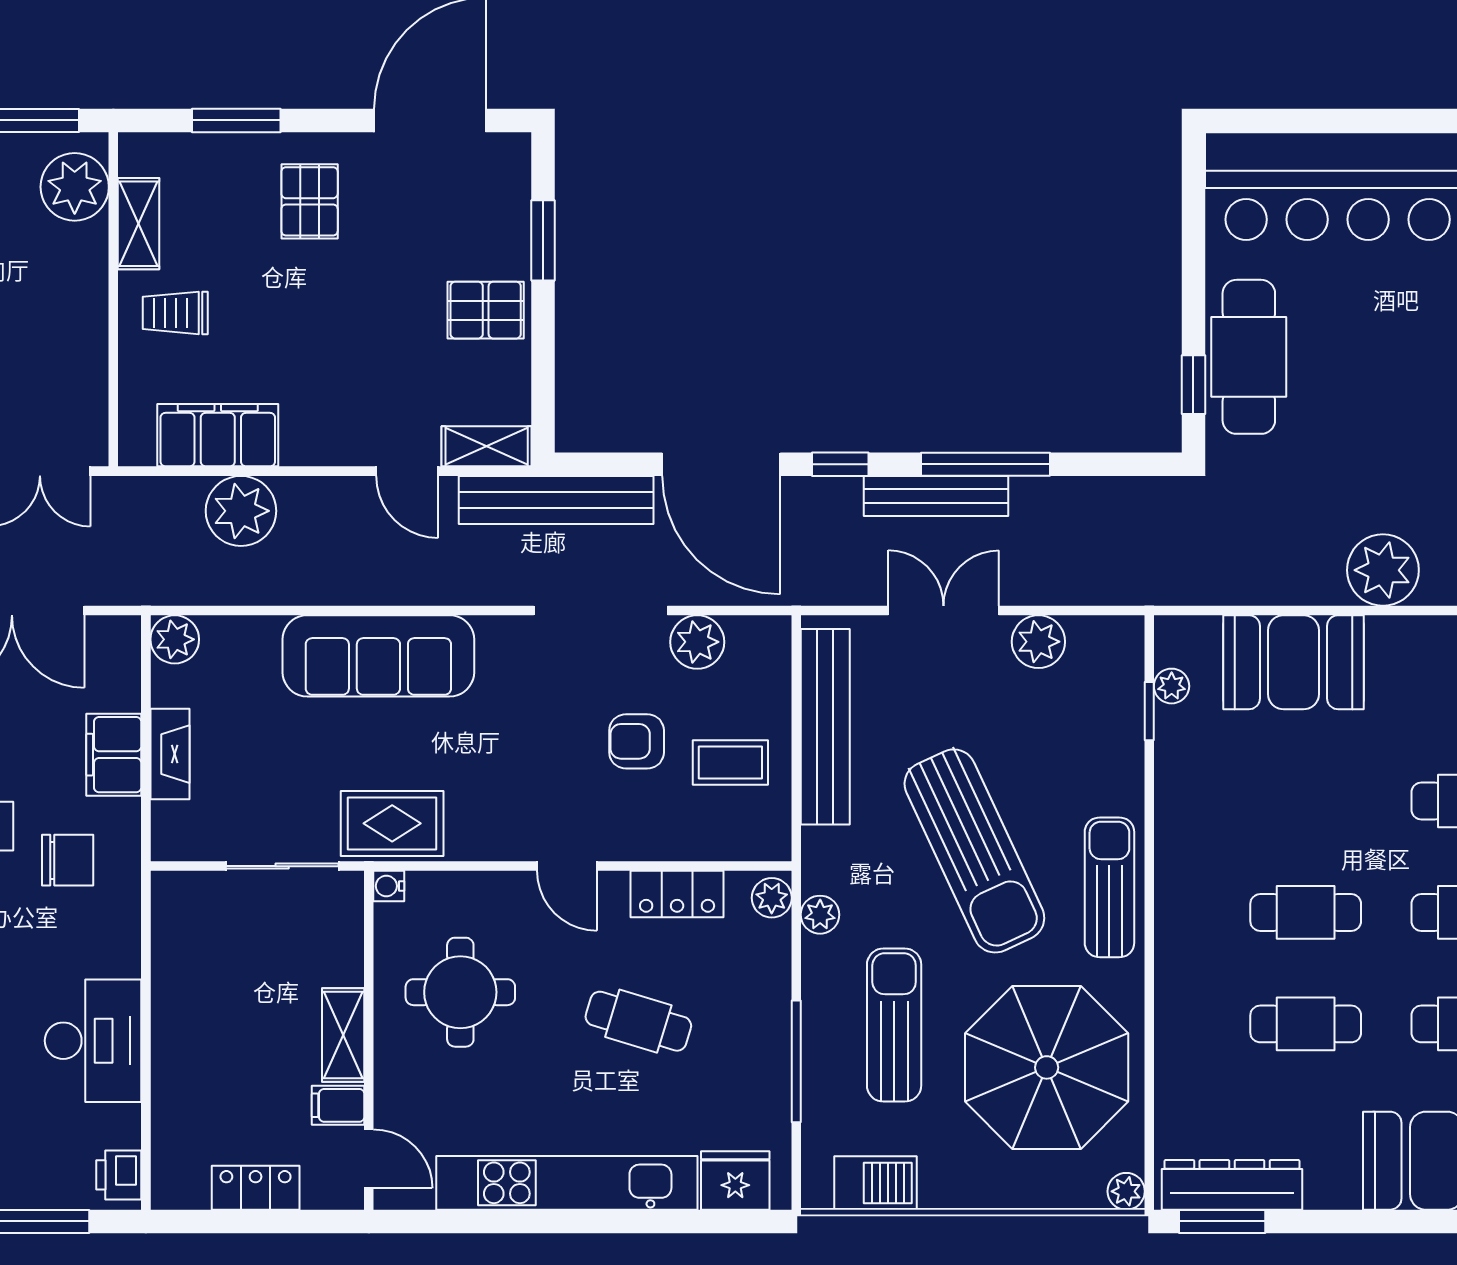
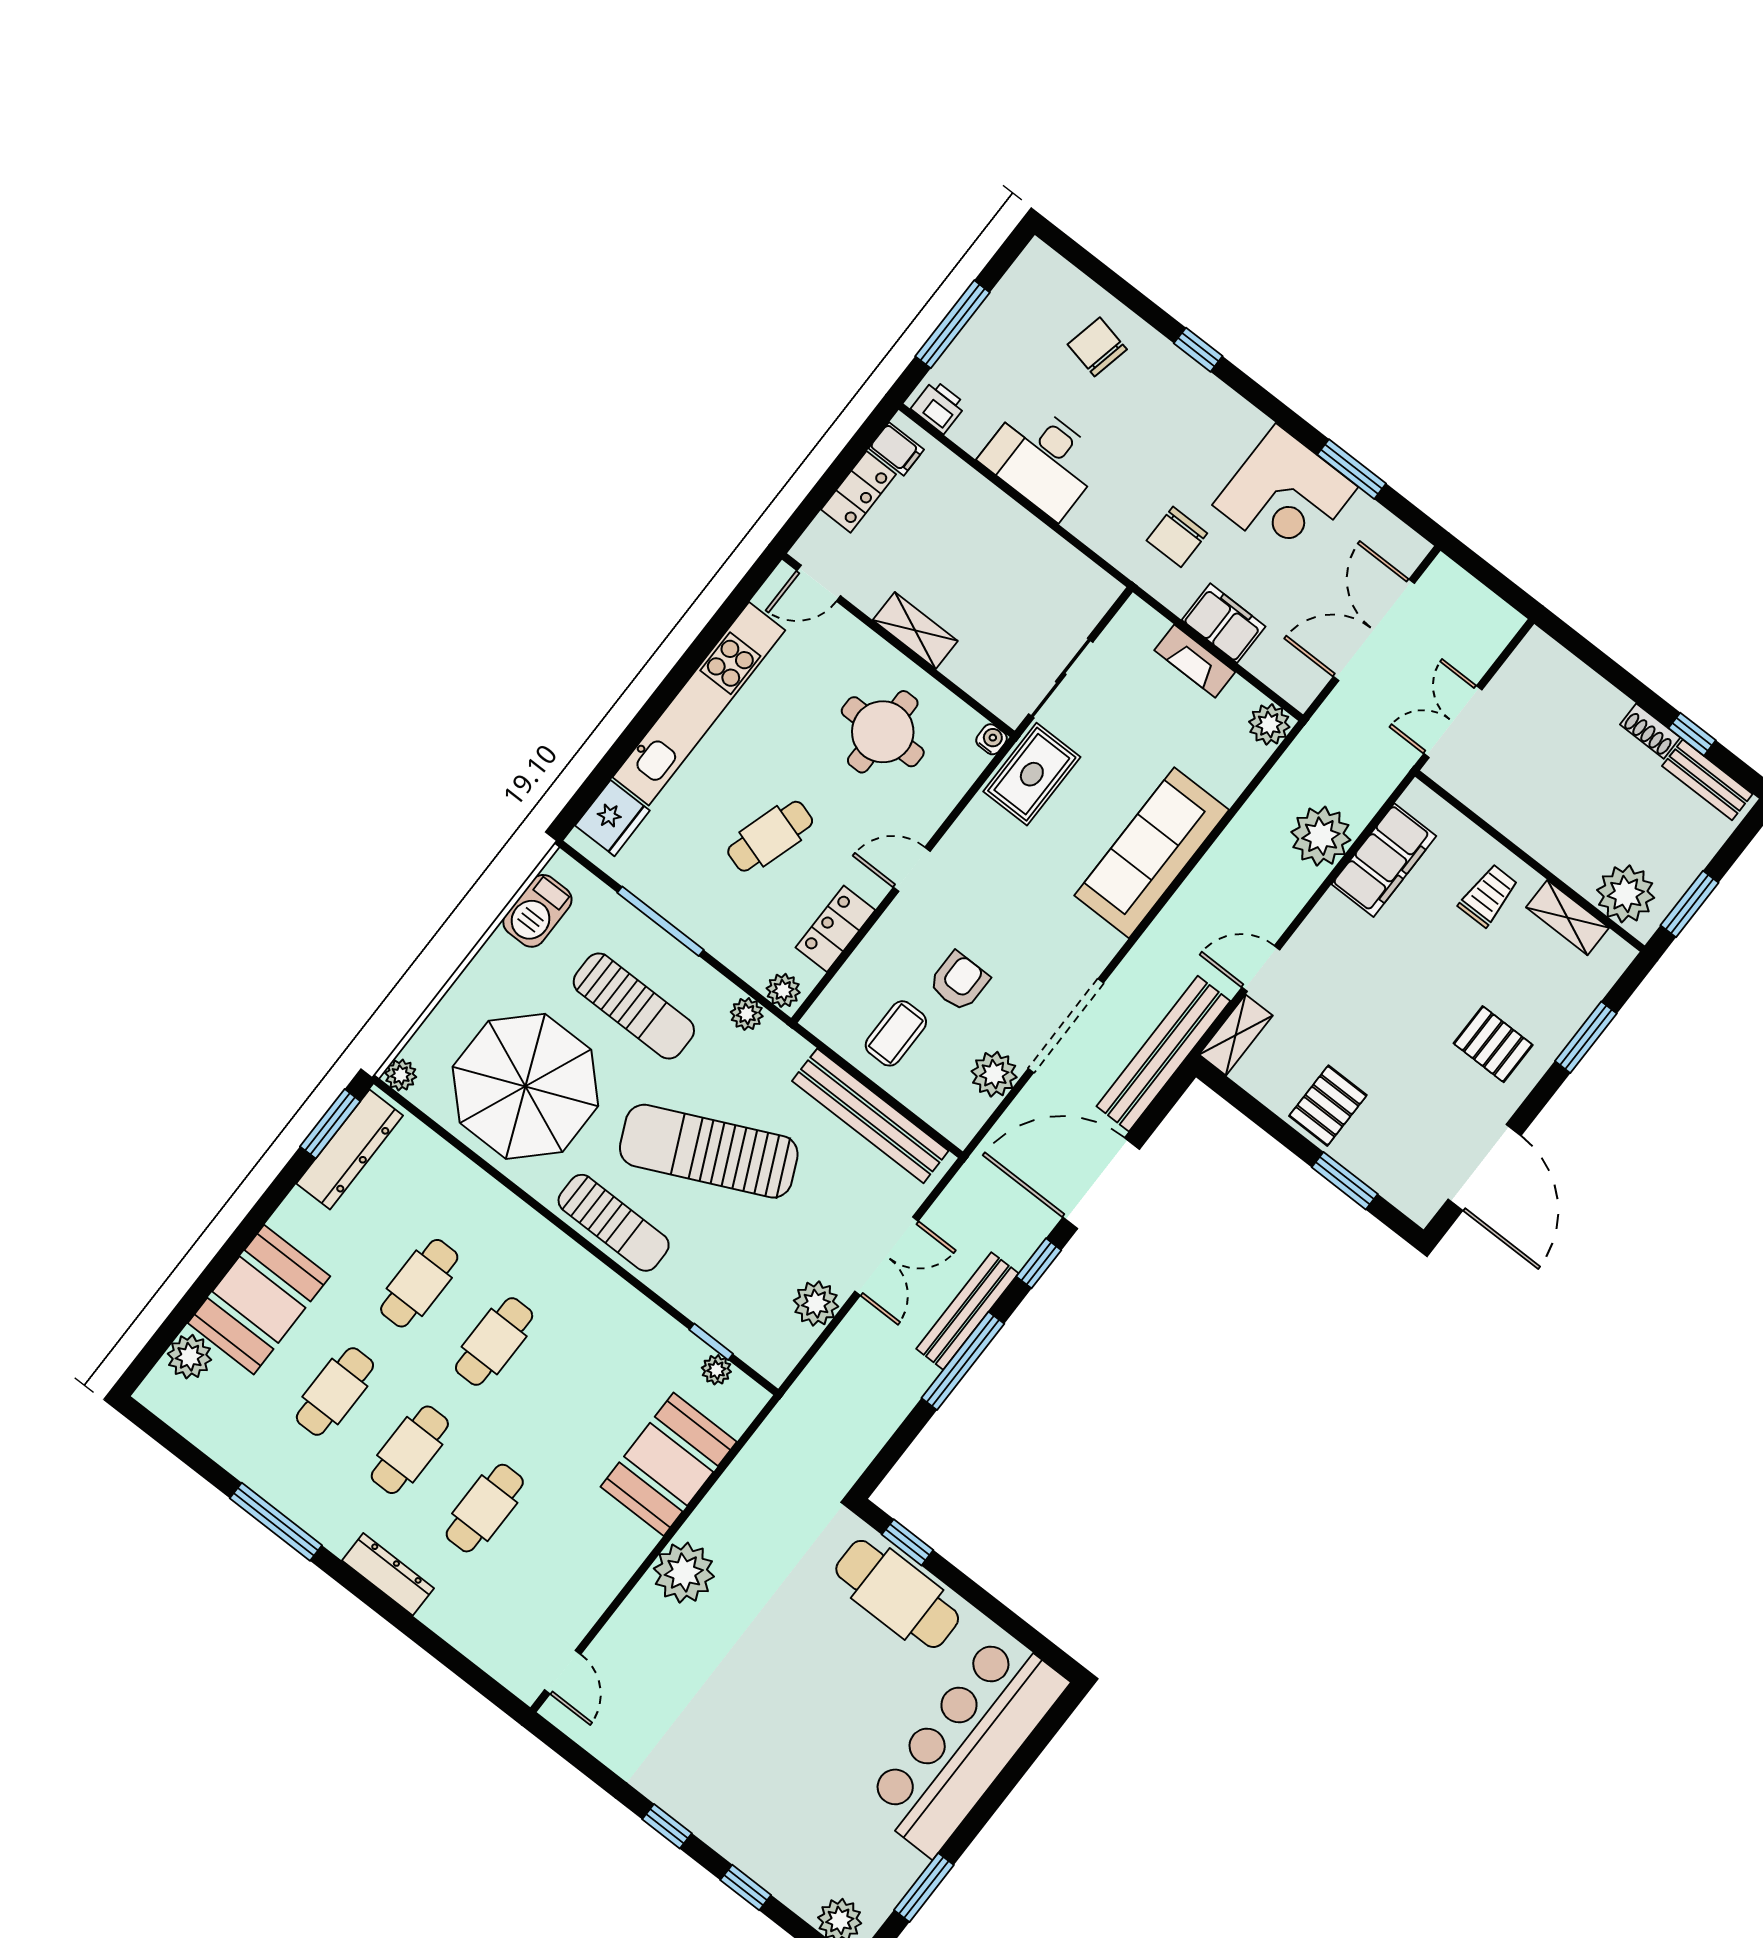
filing cabinet: (338, 1105) -> (896, 449), moved, turned 90

